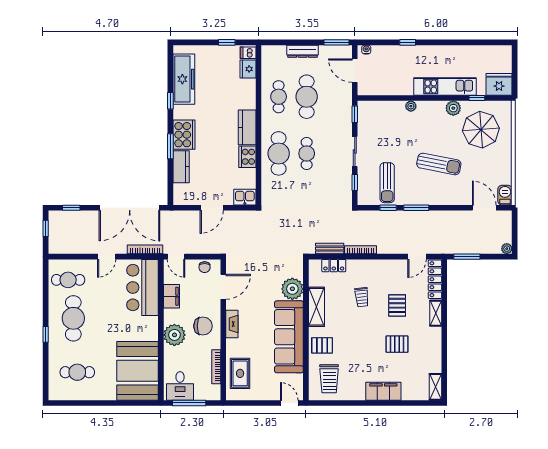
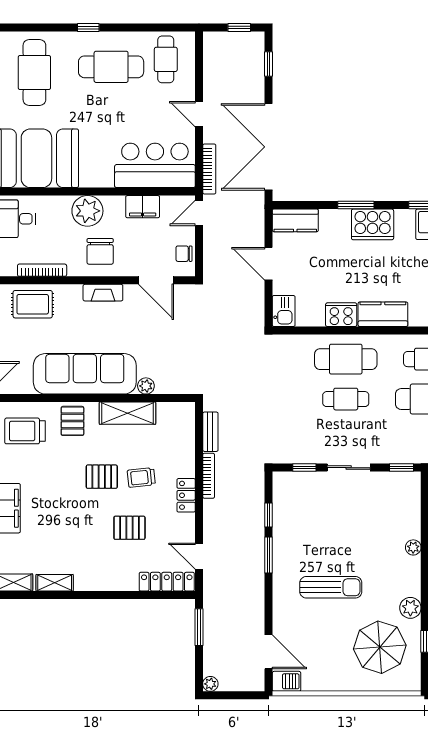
sun lounger: (439, 164) -> (331, 587), turned -101
kitchen counter: (181, 167) -> (295, 220), moved
sun lounger: (387, 183) -> (304, 514), removed
door: (484, 208) -> (268, 652), hinge flipped
locker: (334, 266) -> (186, 495), moved
plant: (292, 289) -> (146, 386), width x0.53, depth x0.53
shelving: (436, 313) -> (55, 583), moved
pallet: (397, 344) -> (102, 477), moved, turned 90
cafe table: (77, 372) -> (34, 72), width x1.37, depth x1.35

